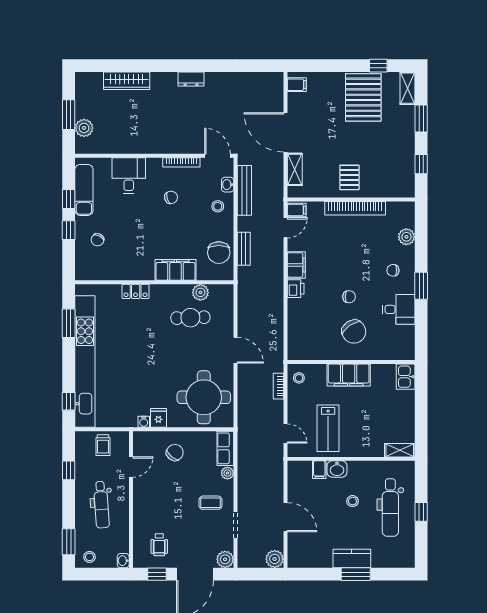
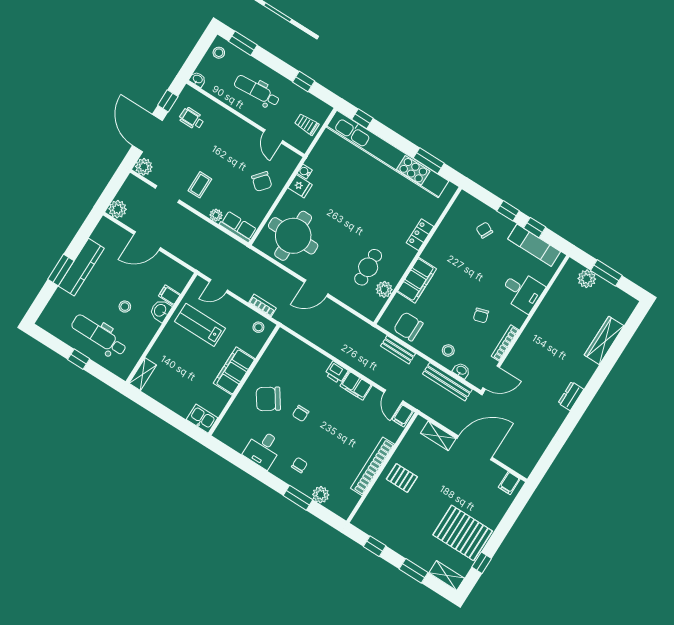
window: (421, 286) -> (298, 498), moved
kitchen counter: (352, 559) -> (81, 267), width x1.50

